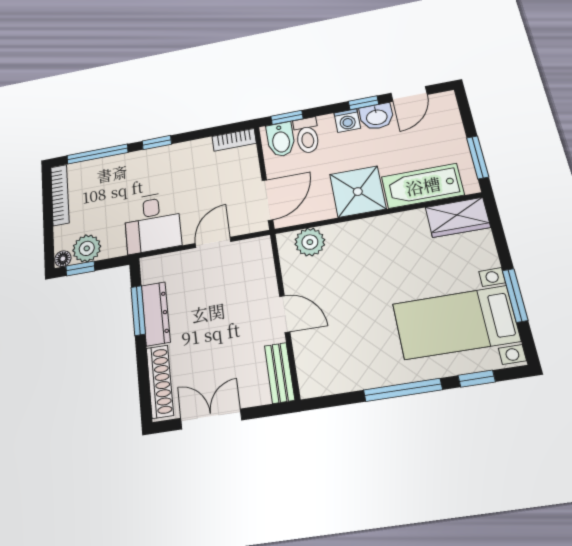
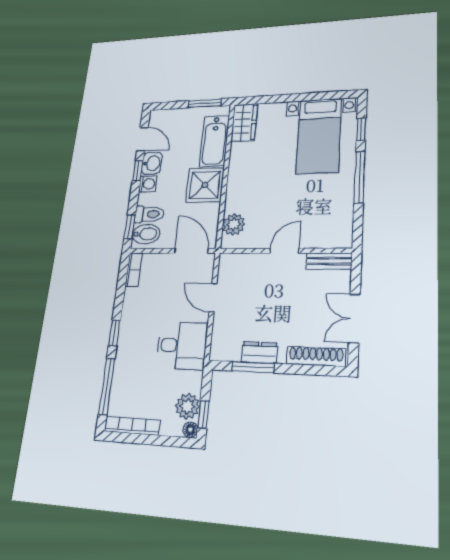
window: (515, 295) -> (309, 97), removed
dresser: (156, 314) -> (259, 353), width x0.70

